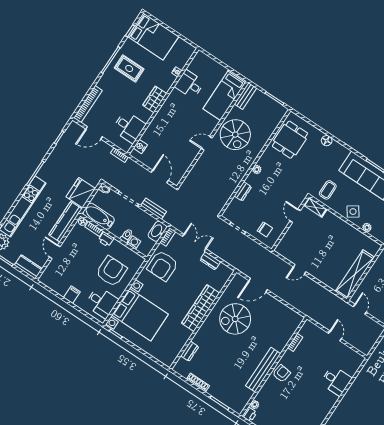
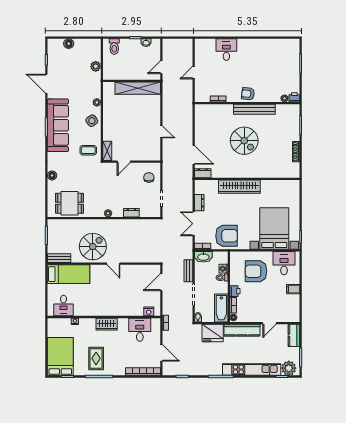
desk: (190, 84) -> (64, 306), moved
spiral stairs: (235, 319) -> (244, 141), moved
dresser: (190, 351) -> (203, 173), moved

